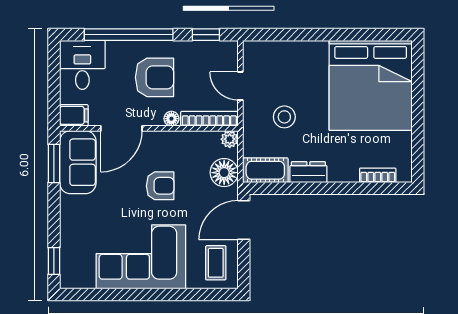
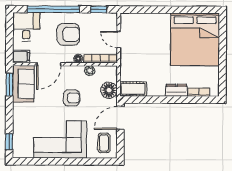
stool: (284, 117) -> (144, 58), removed
plant: (230, 139) -> (90, 71), moved
dresser: (308, 172) -> (176, 90), moved

